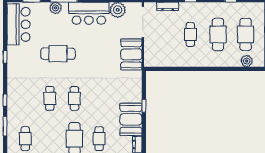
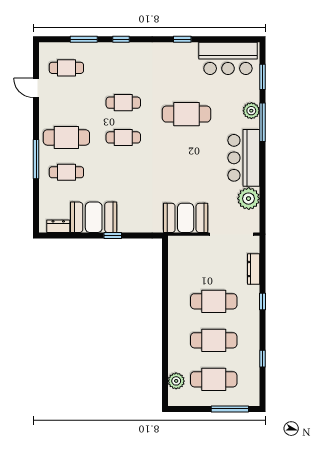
cafe table: (190, 34) -> (214, 301), width x1.37, depth x1.35
cafe table: (58, 54) -> (186, 114), turned 90

